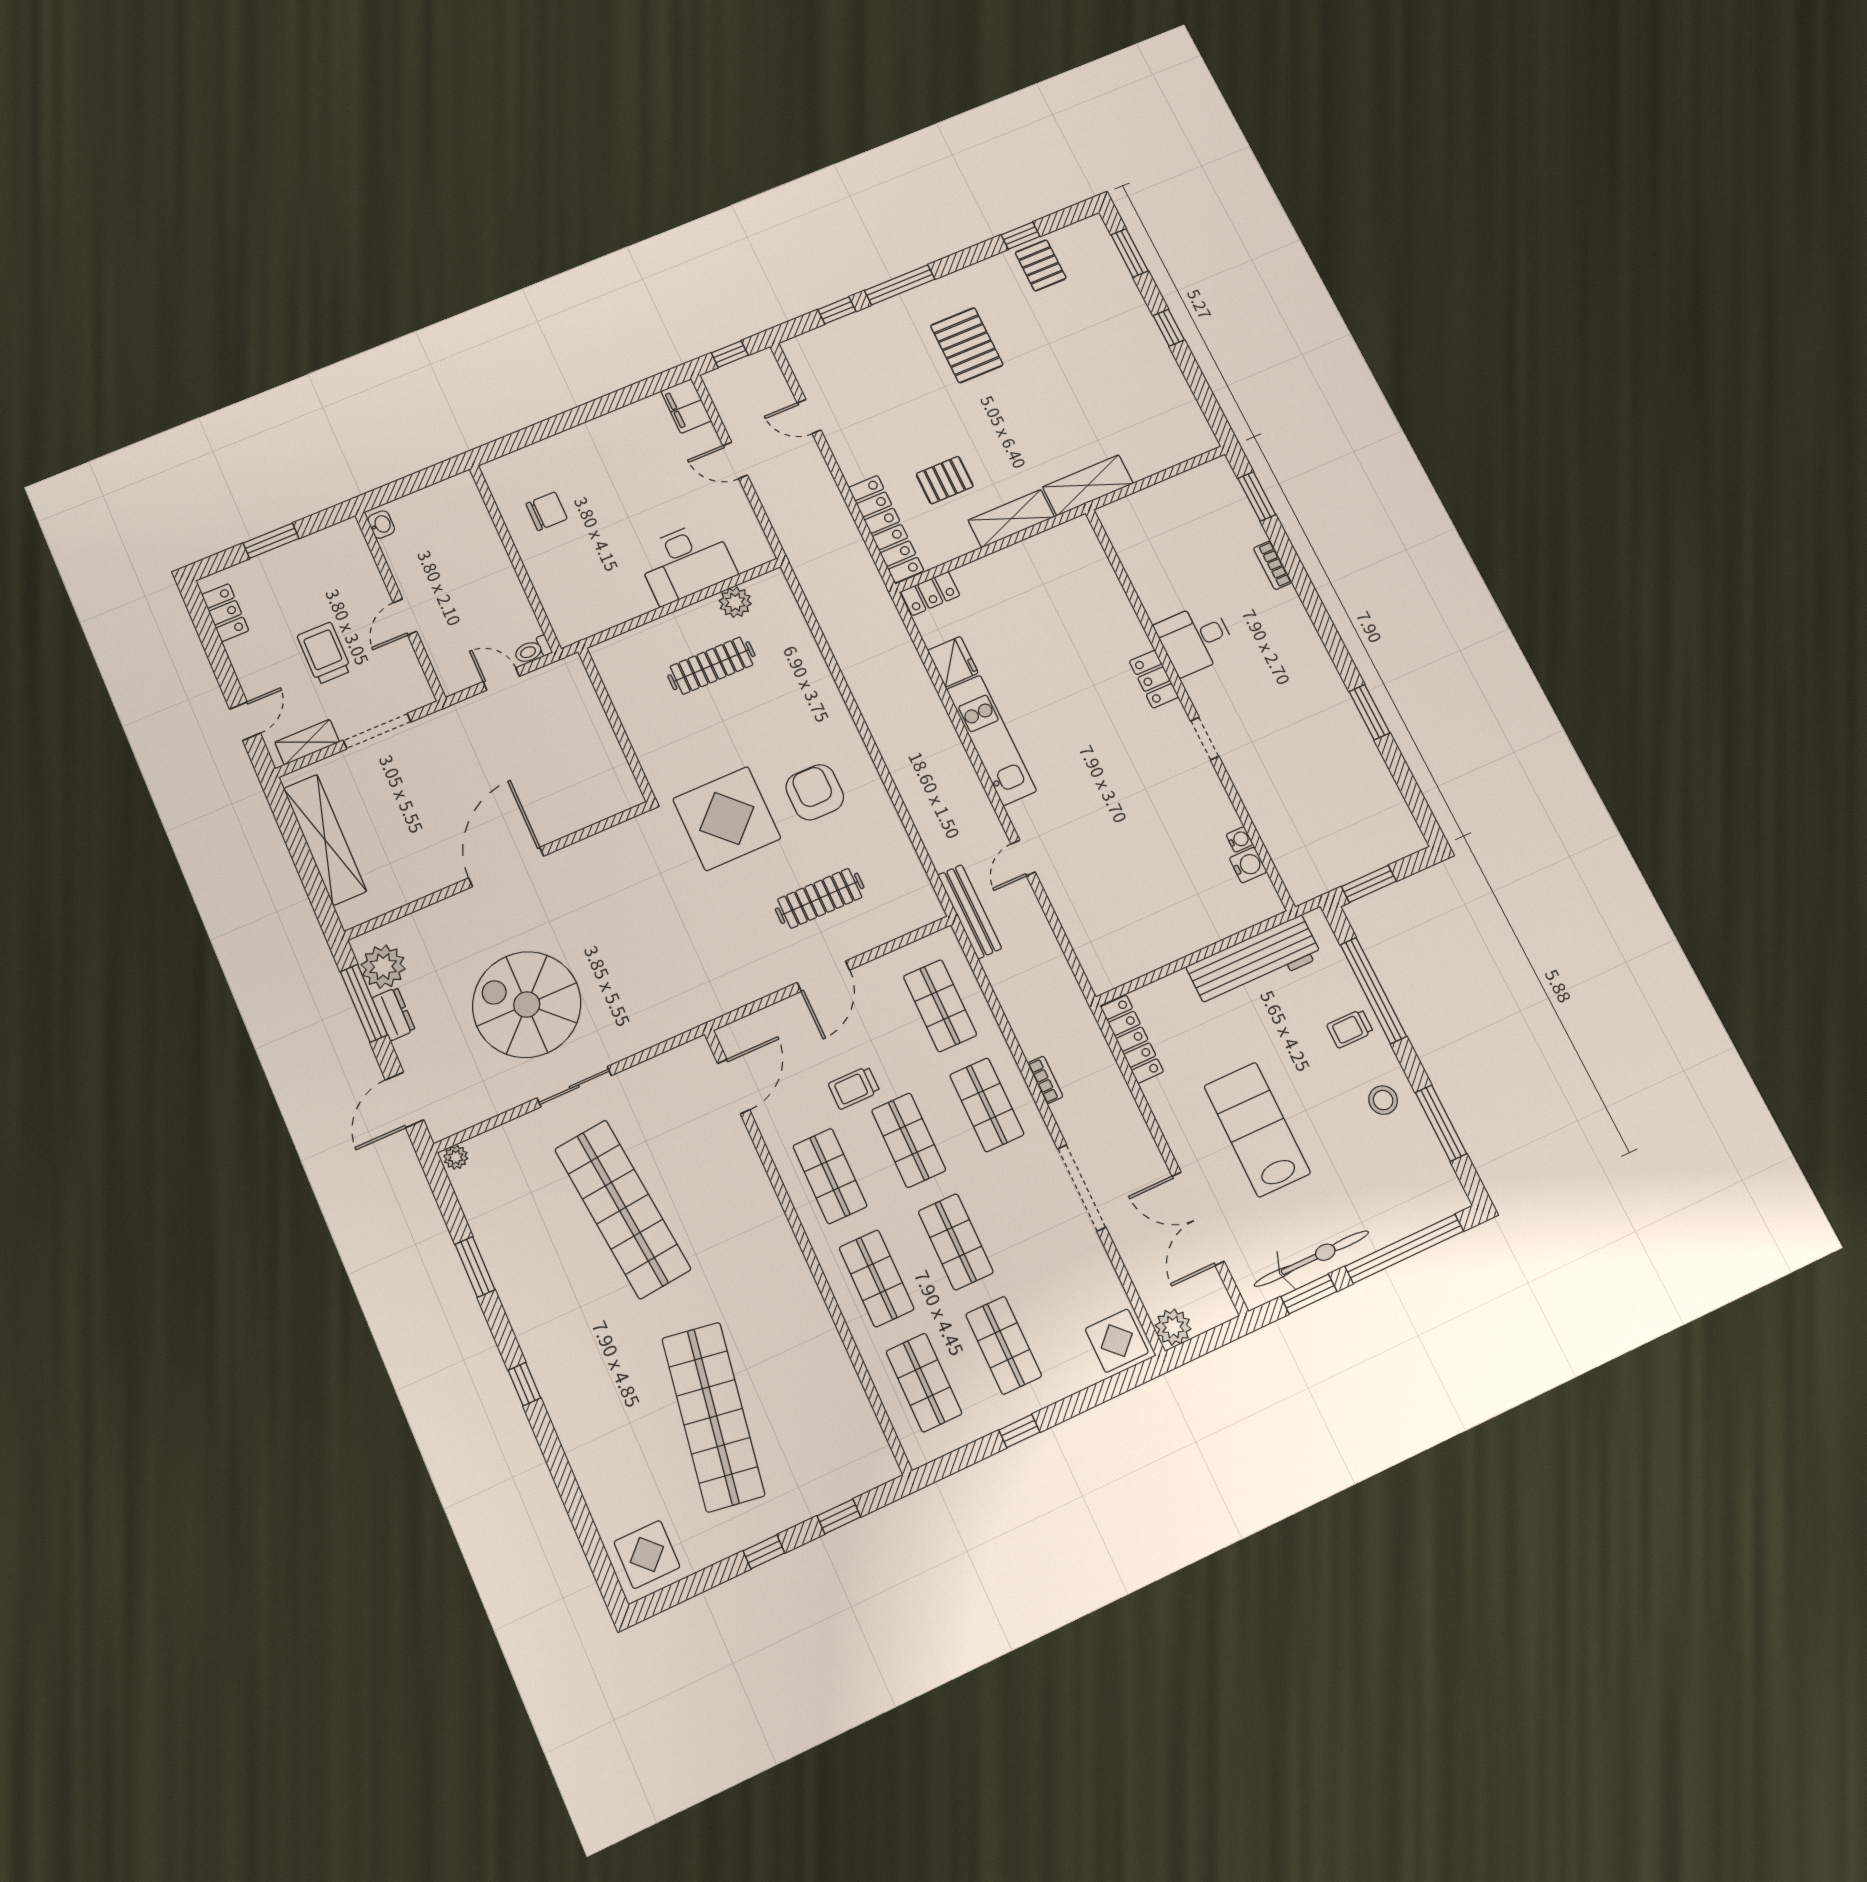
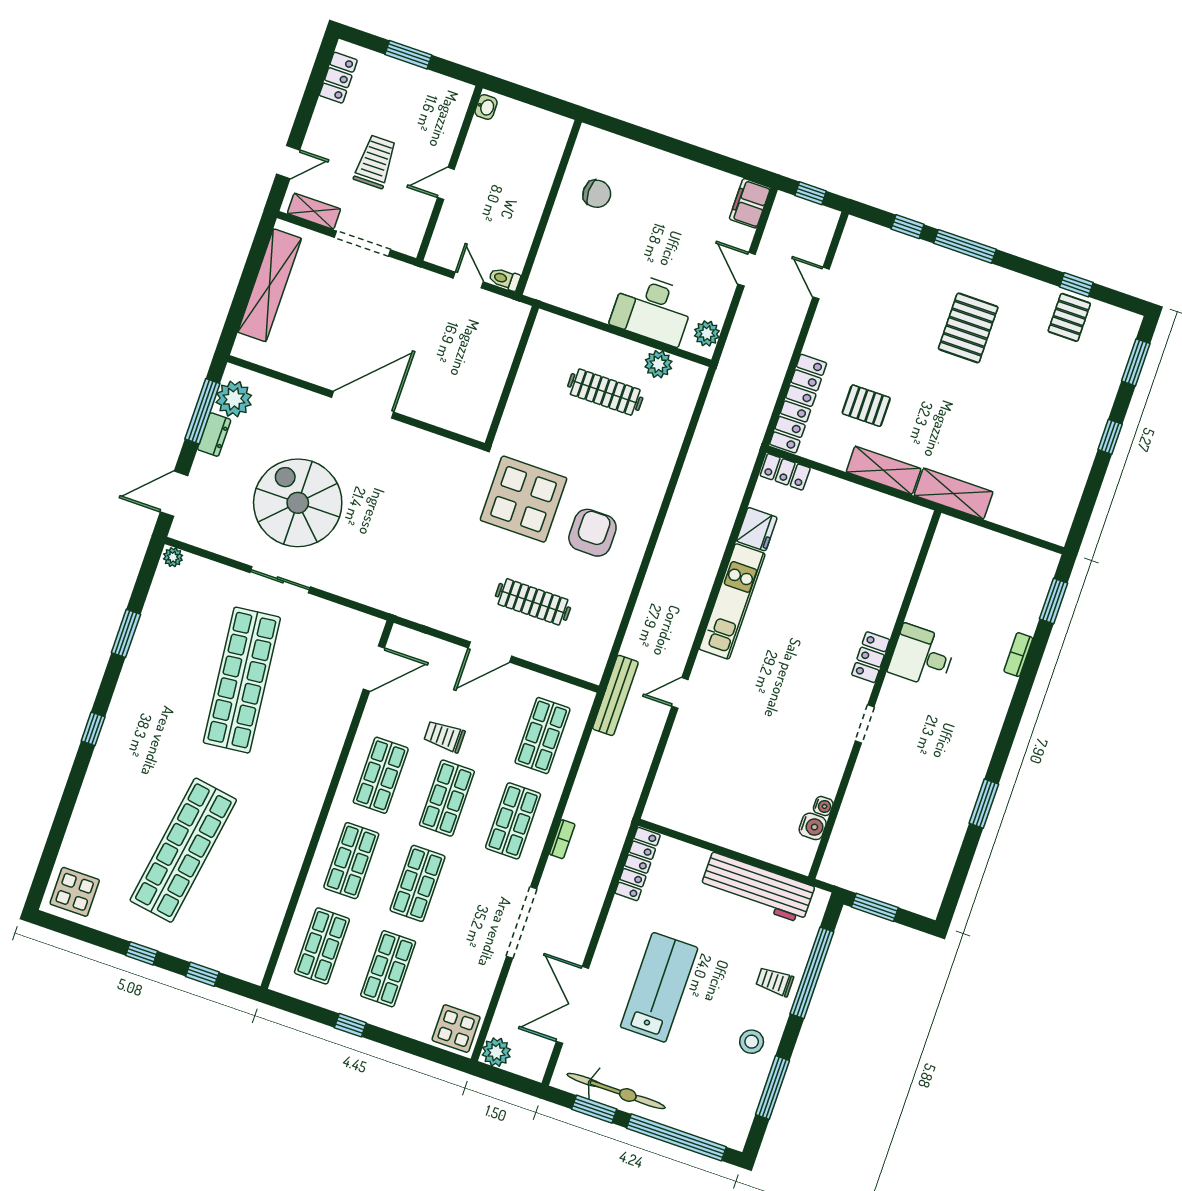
plant: (752, 541) -> (707, 333), added

